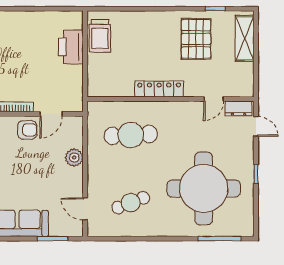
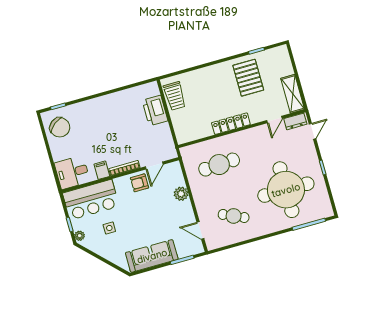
shelving: (245, 38) -> (293, 94), moved
door: (256, 126) -> (312, 131), hinge flipped
armchair: (27, 130) -> (140, 183), turned 180
cafe table: (131, 203) -> (234, 216), turned 45

